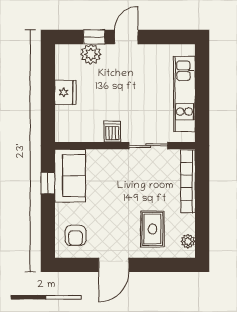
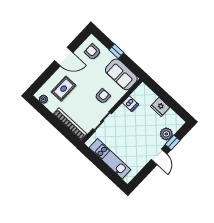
dishwasher: (112, 132) -> (130, 104), moved
armchair: (117, 173) -> (103, 96), added
window: (48, 183) -> (116, 51), moved
rug: (152, 229) -> (64, 89), turned 90
door: (114, 265) -> (64, 57), swing flipped

